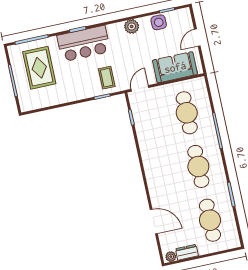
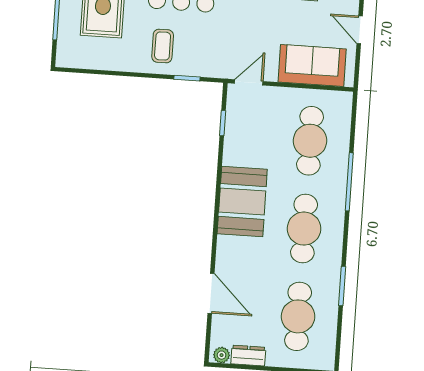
door: (197, 38) -> (360, 30), hinge flipped
coffee table: (107, 78) -> (163, 46), moved
booth: (157, 161) -> (242, 202), added

